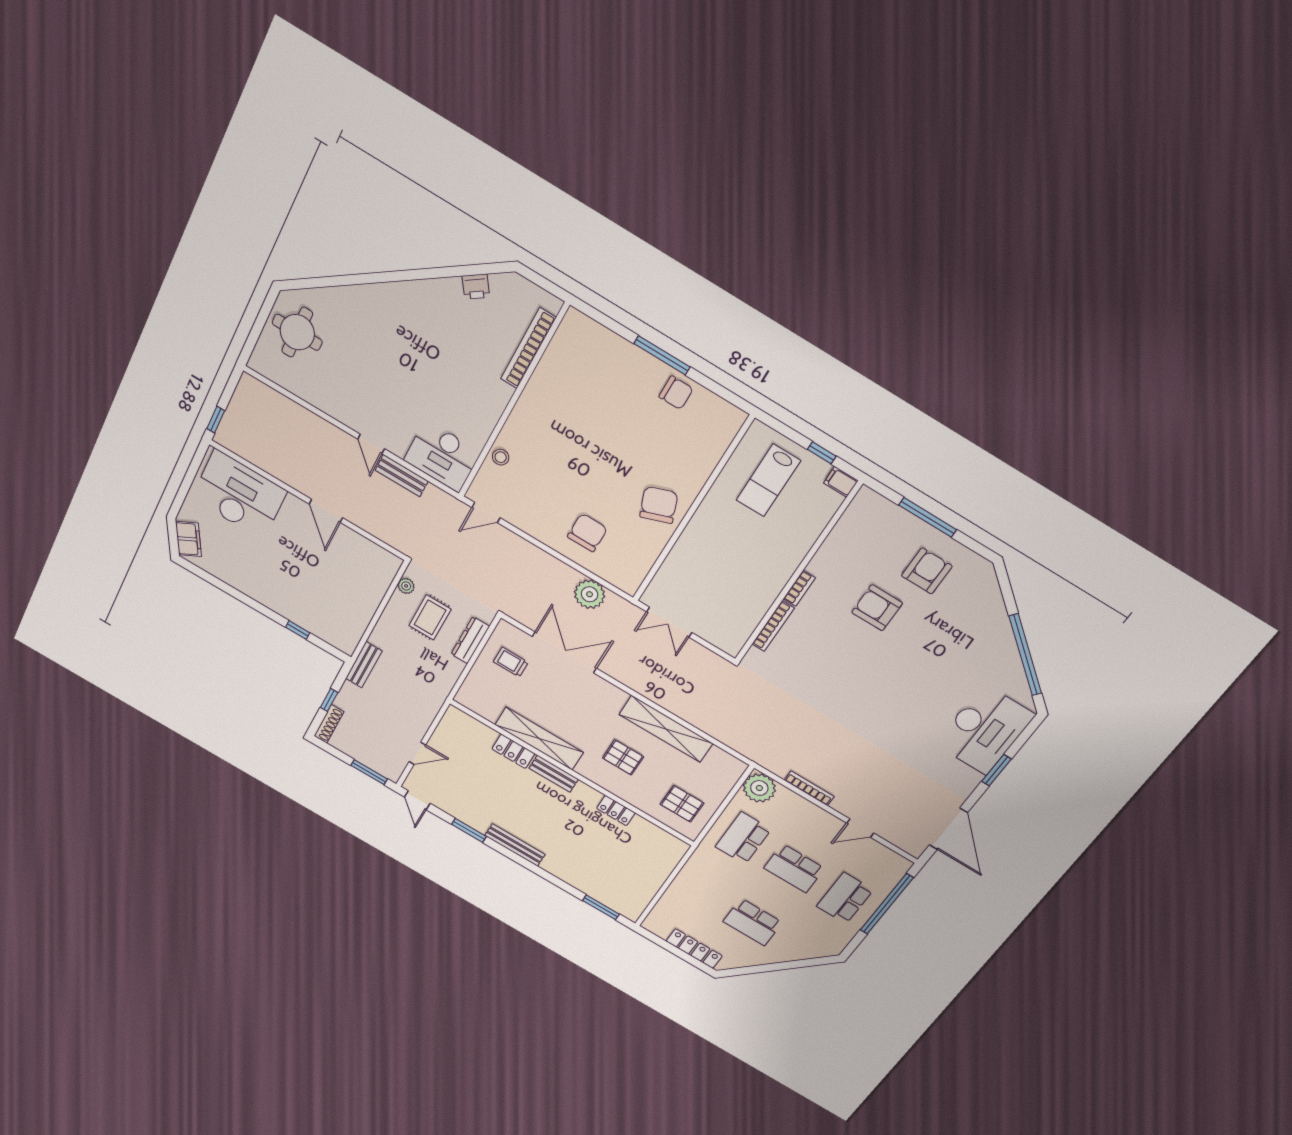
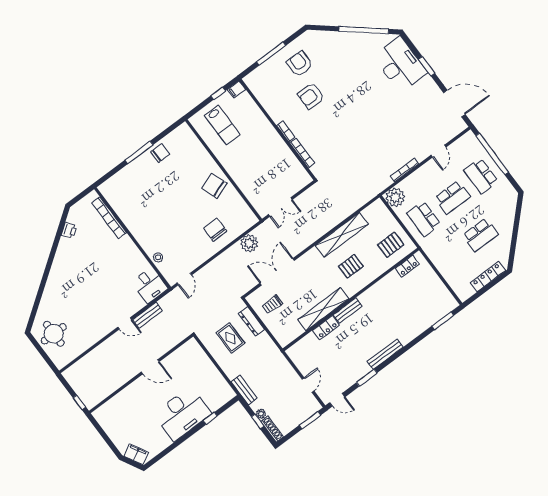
desk: (442, 456) -> (150, 285), width x0.73
desk: (239, 495) -> (182, 414), moved, turned 180
plant: (406, 586) -> (261, 414), moved
locker: (616, 811) -> (407, 266), moved

